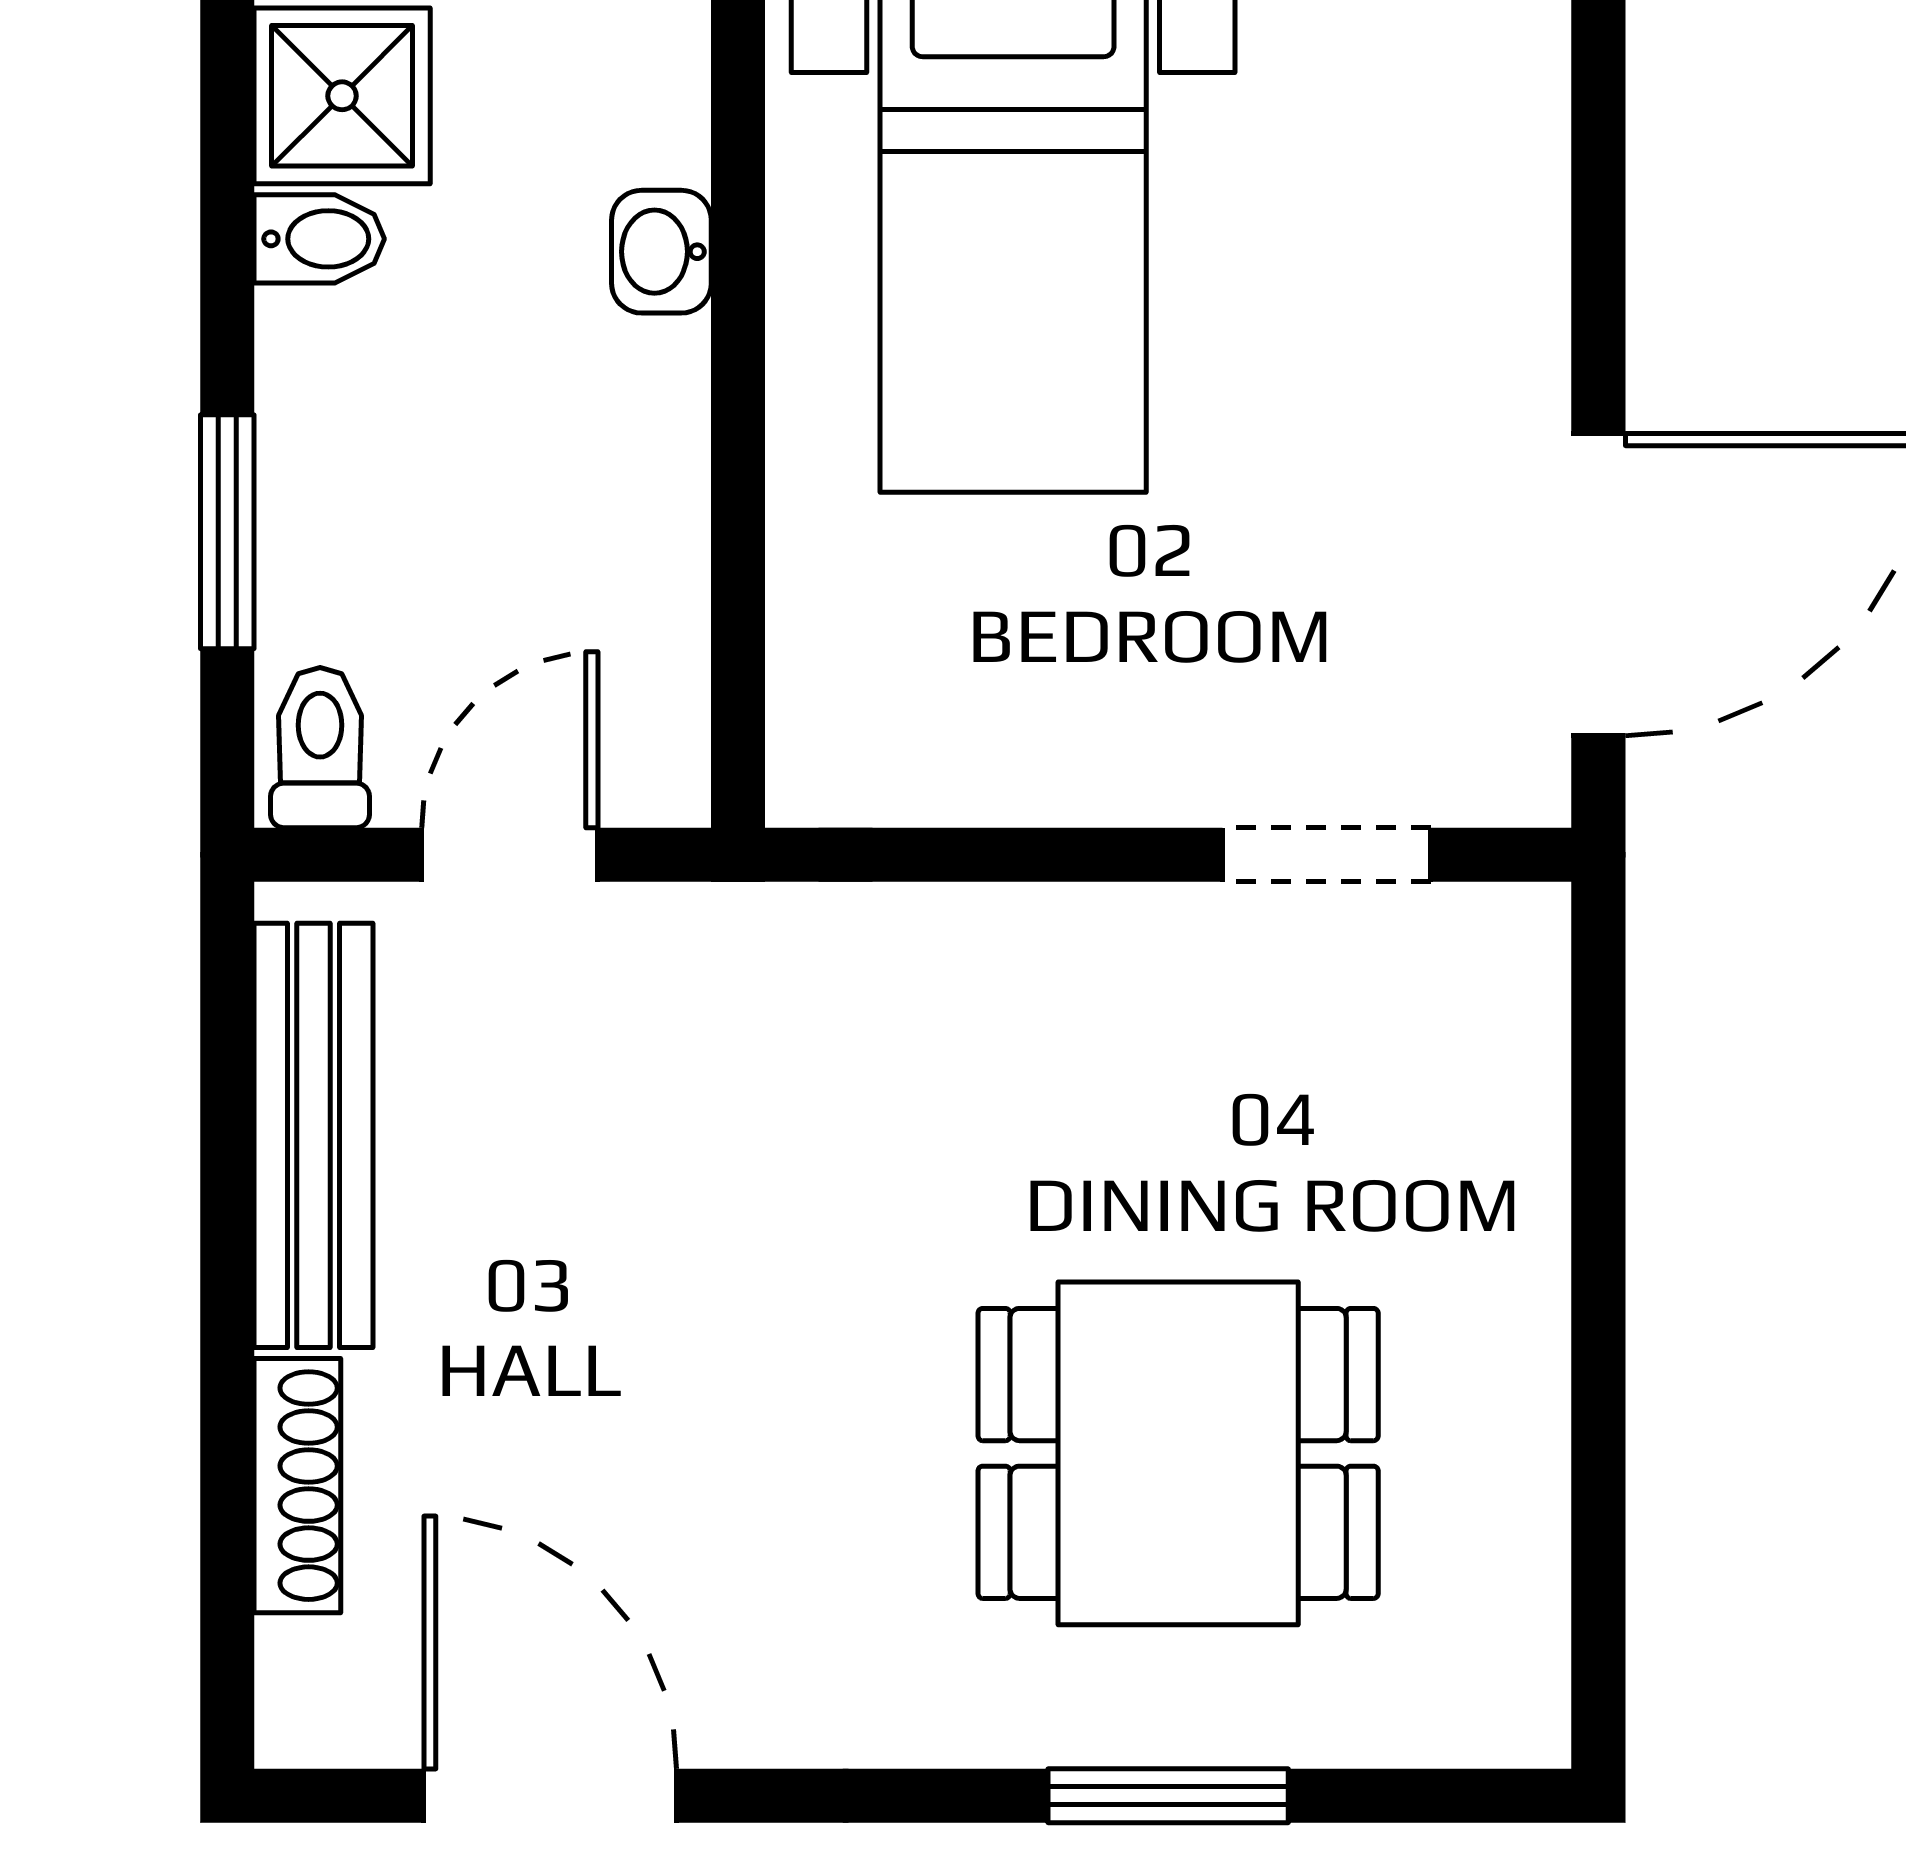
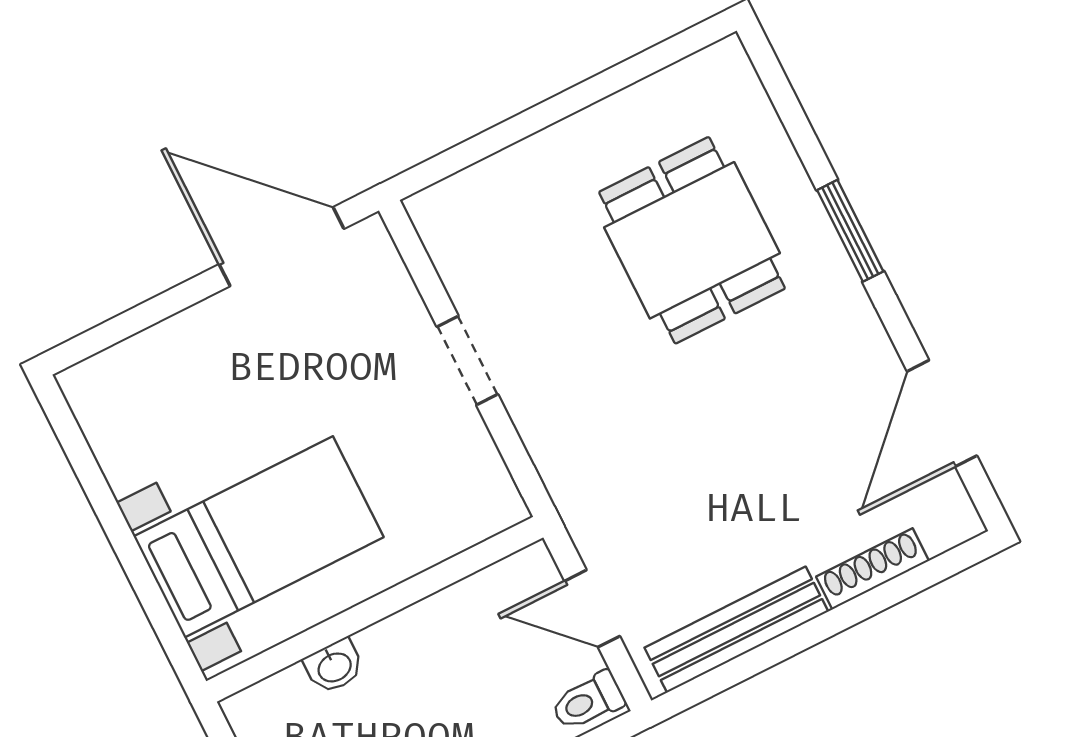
doorway: (1327, 855) -> (467, 360), moved
window: (1168, 1796) -> (850, 231), moved

